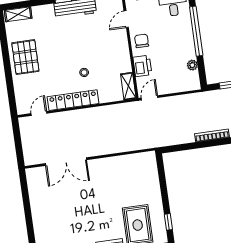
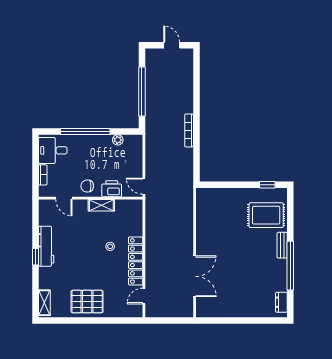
shelving: (128, 86) -> (101, 205), moved
door: (39, 113) -> (144, 296), hinge flipped

